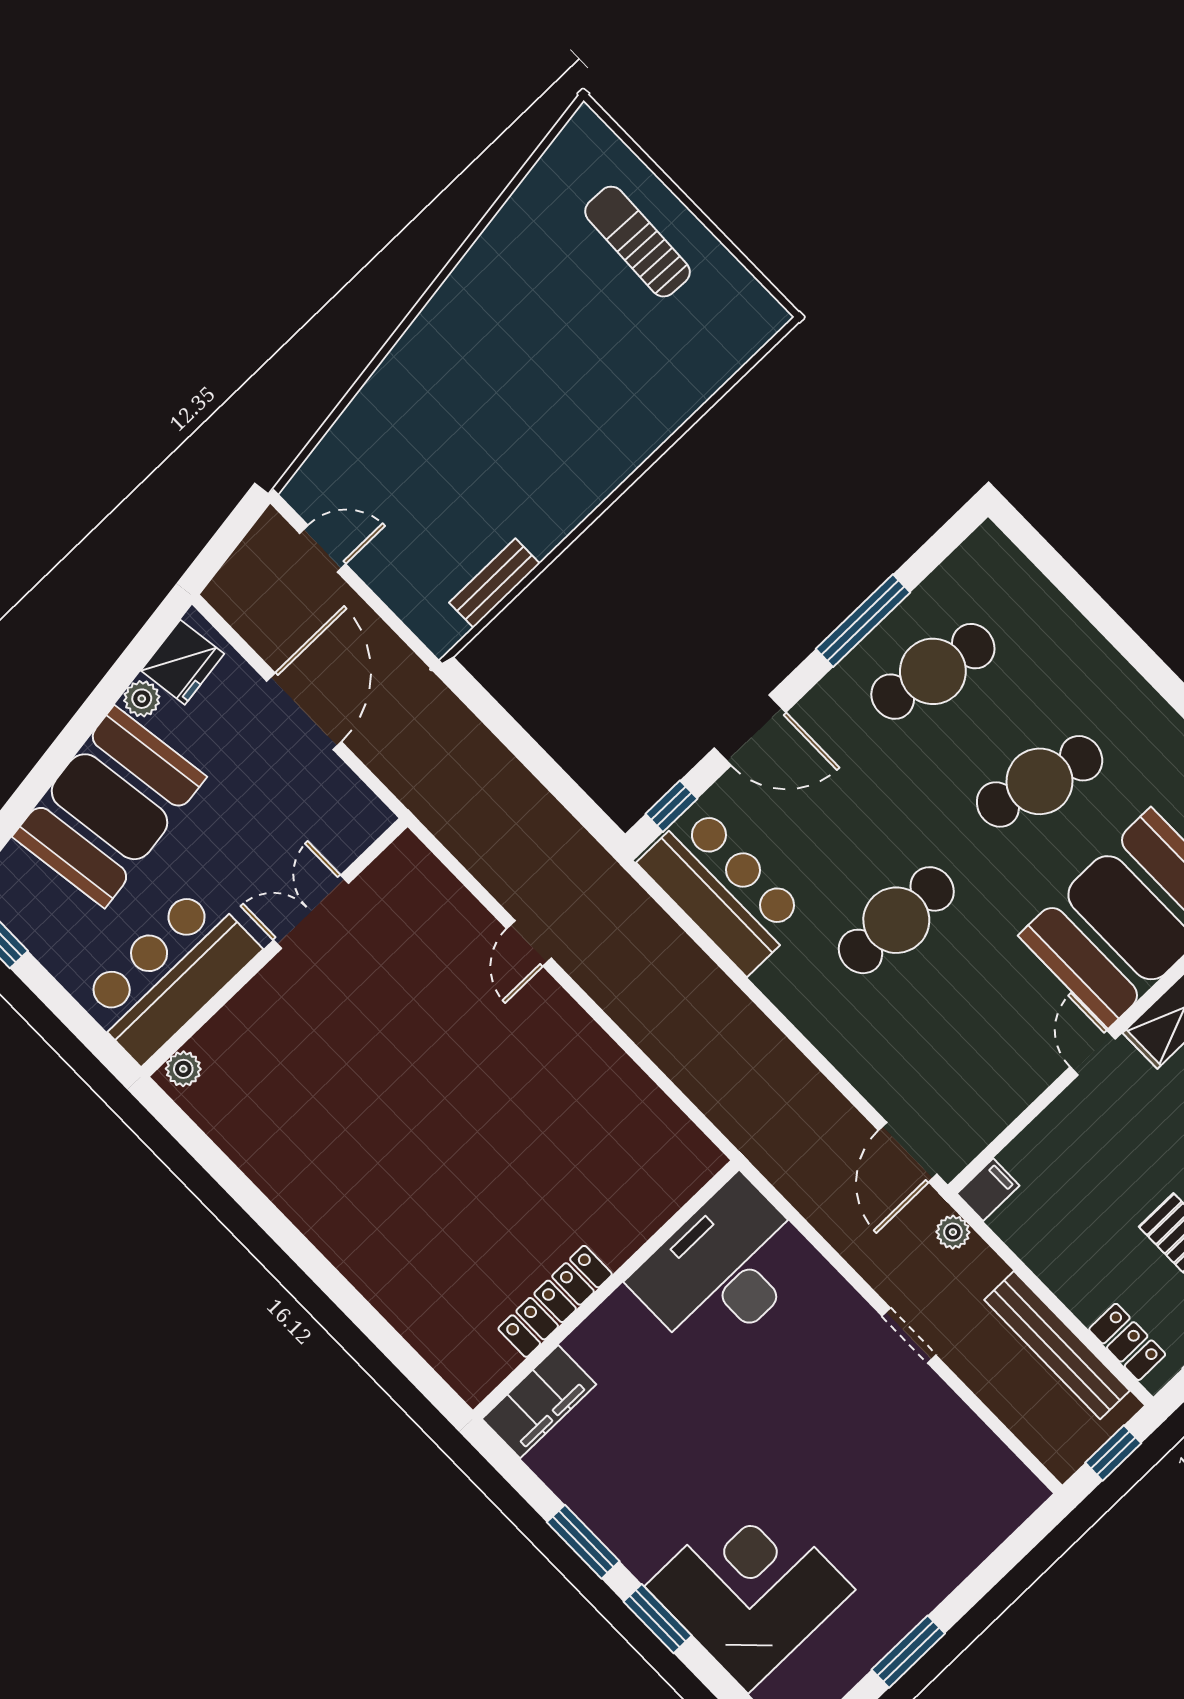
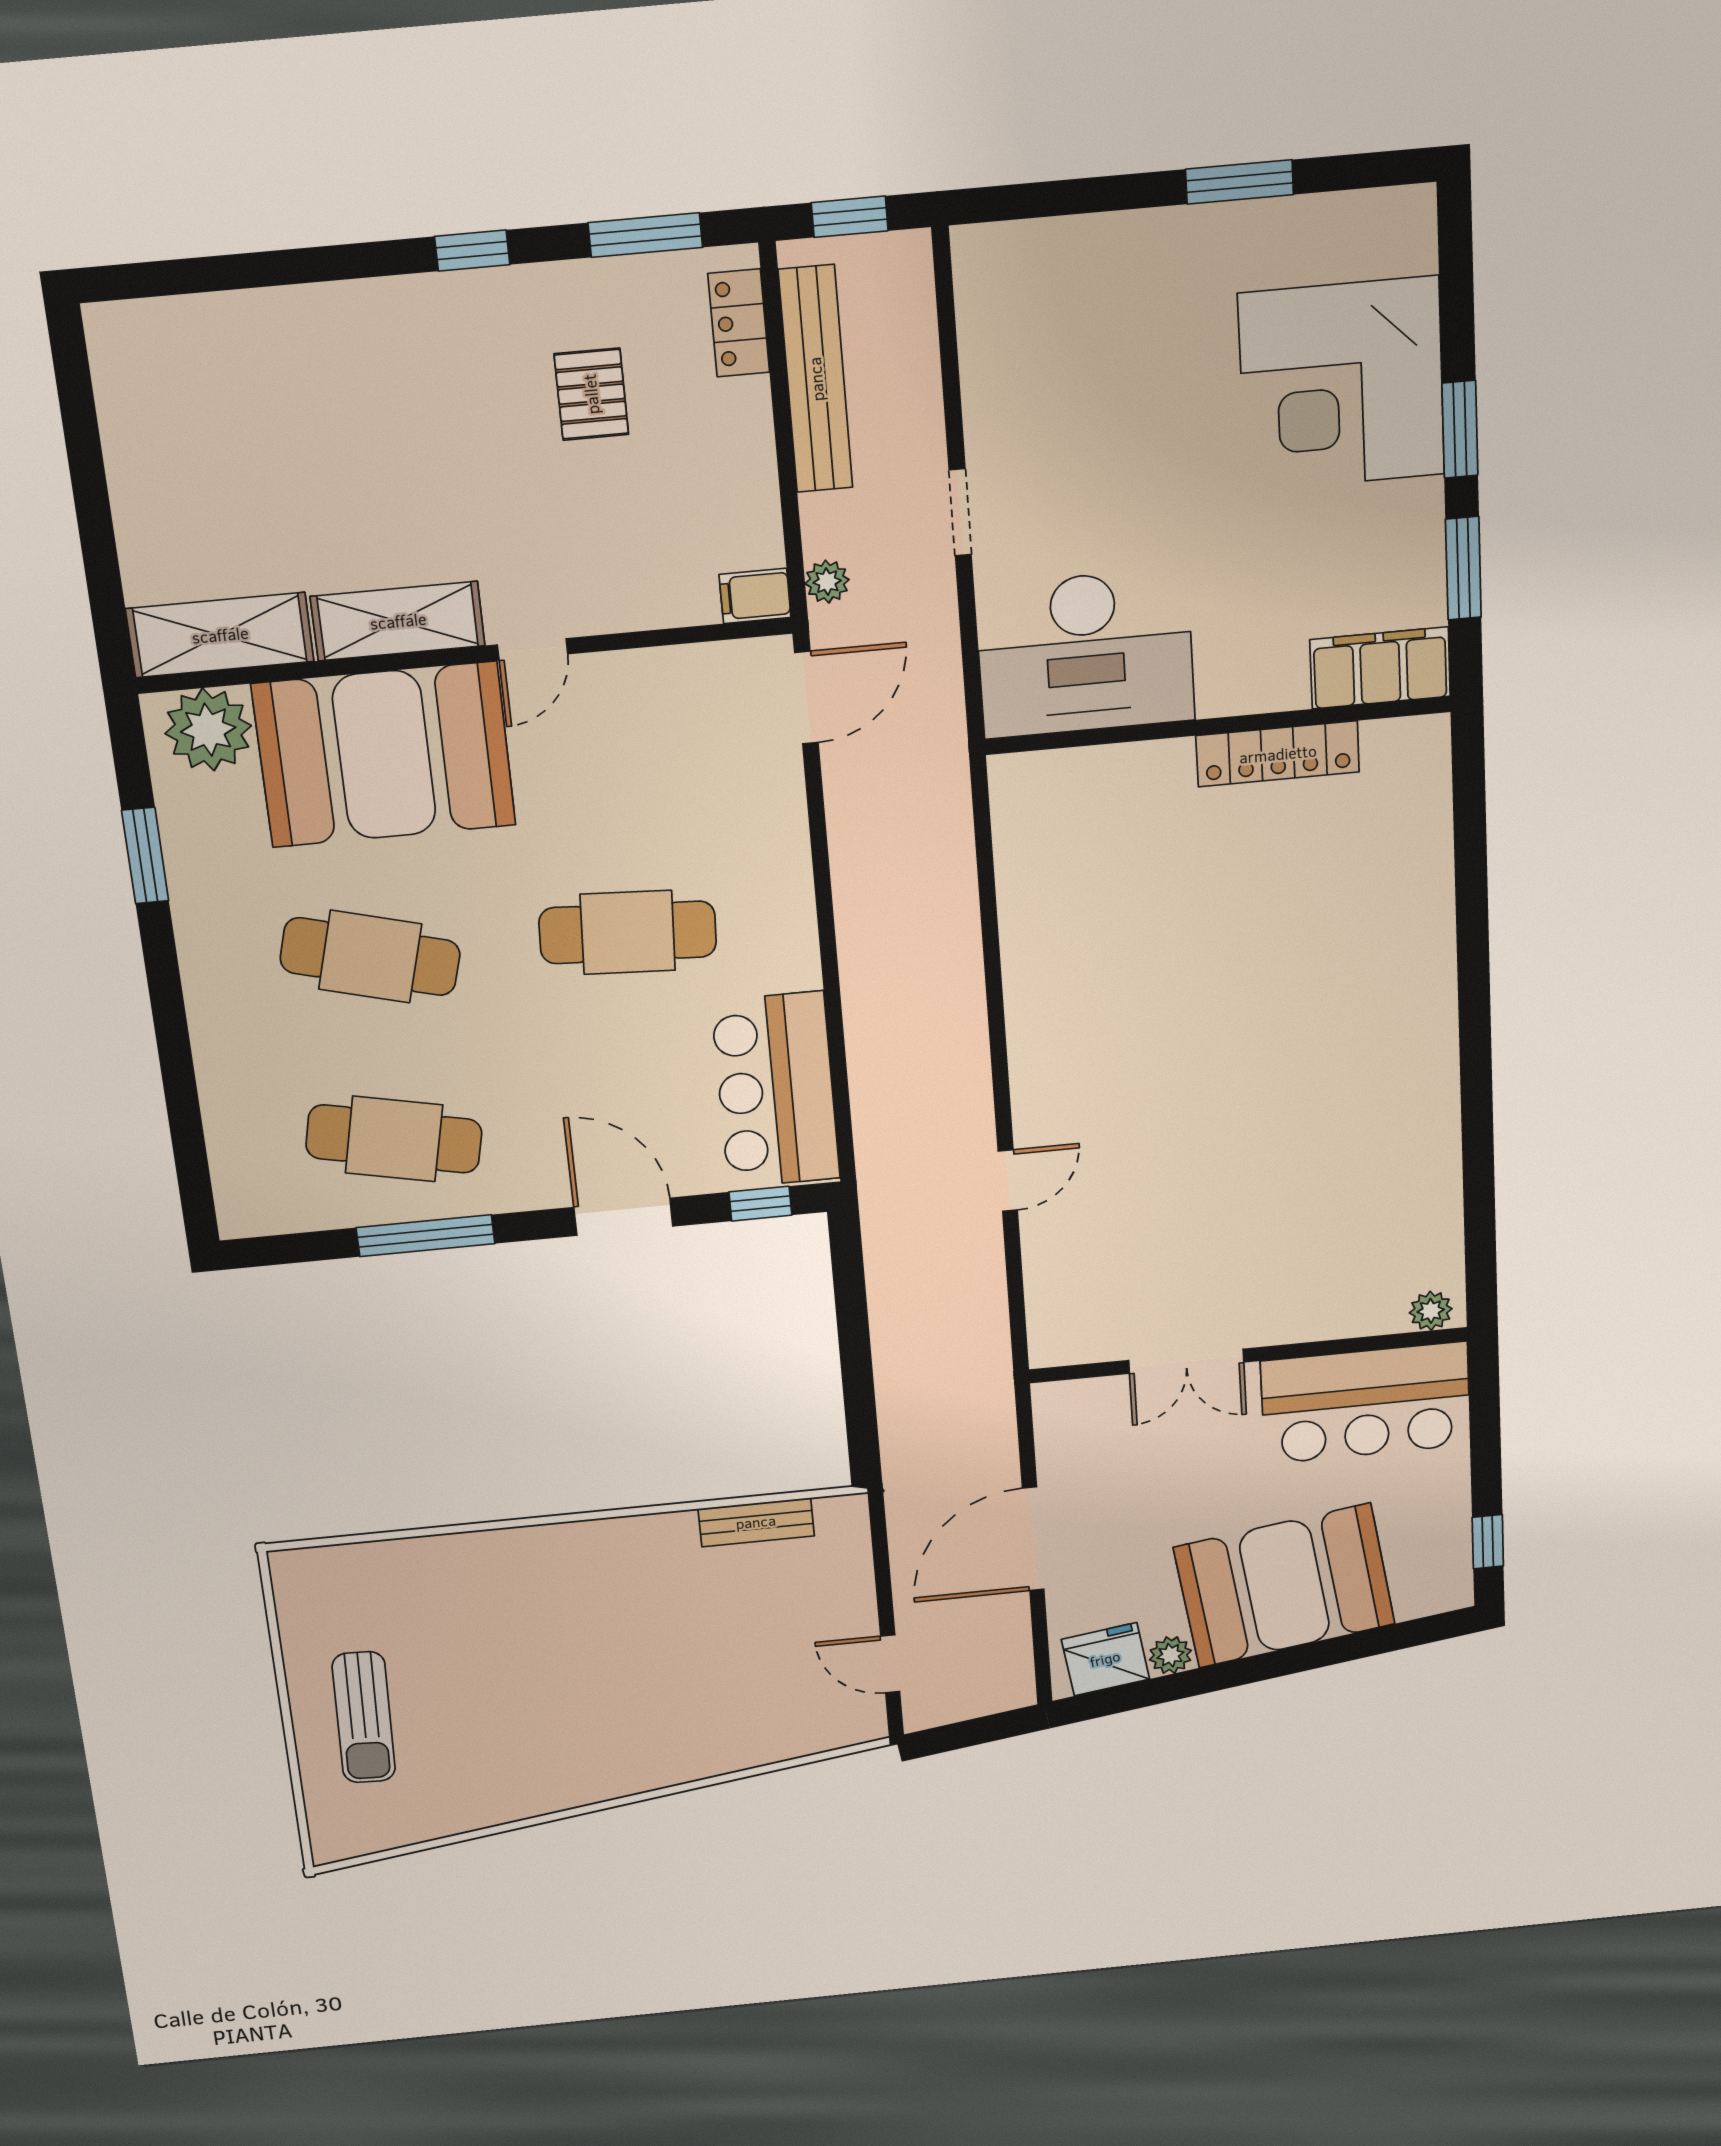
desk: (723, 1269) -> (1085, 653), moved
wall: (606, 1290) -> (1218, 726), moved
locker: (555, 1301) -> (1278, 754), moved
filing cabinet: (539, 1402) -> (1380, 668), moved

